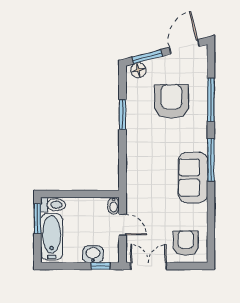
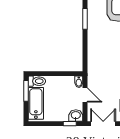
washbasin: (93, 254) -> (76, 115), moved

